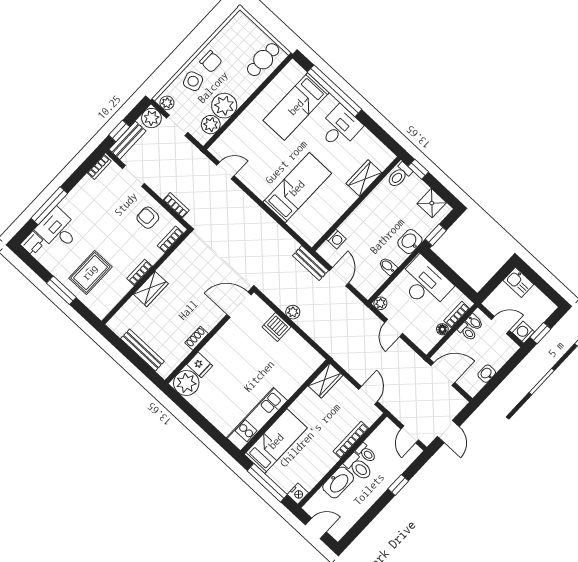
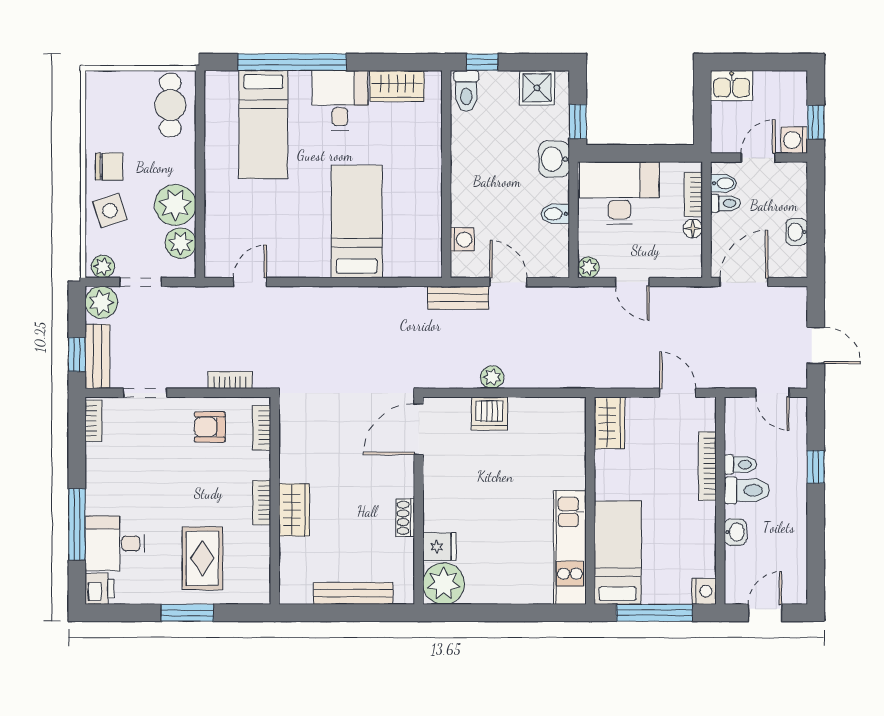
wardrobe: (364, 178) -> (397, 86), moved, turned -90
washbasin: (338, 482) -> (735, 532), width x0.52, depth x0.69

